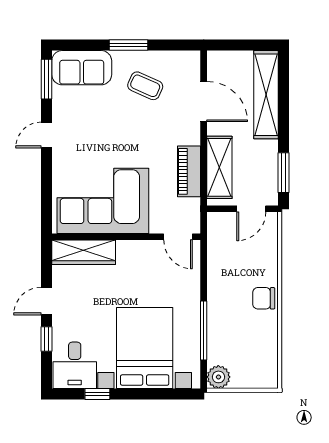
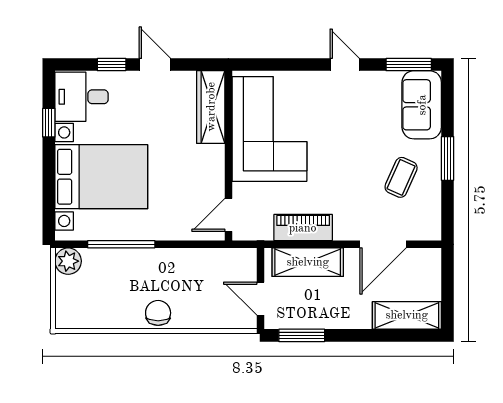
shelving: (266, 95) -> (407, 315), width x0.68

